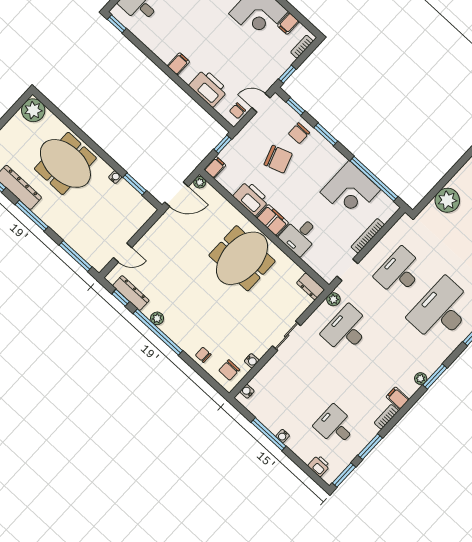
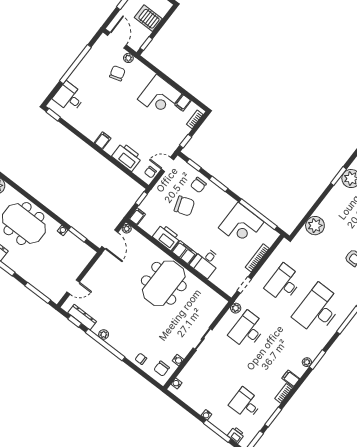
door: (176, 194) -> (110, 239), hinge flipped
dresser: (310, 286) -> (217, 300), removed
window: (269, 434) -> (217, 431), moved

